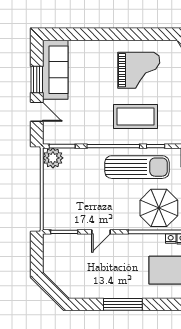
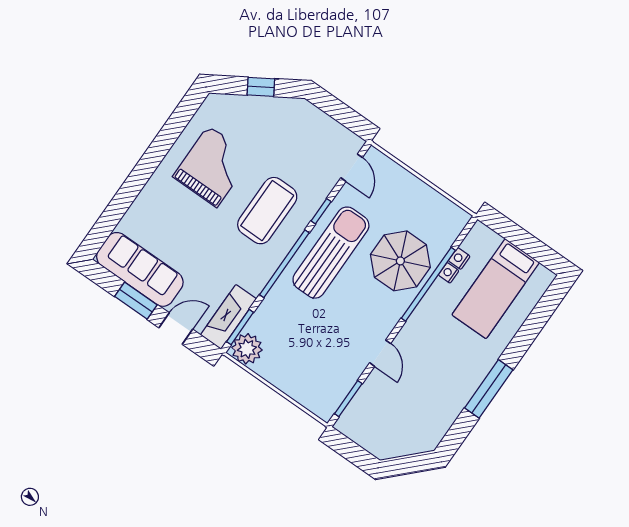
fireplace: (63, 136) -> (228, 317), added

